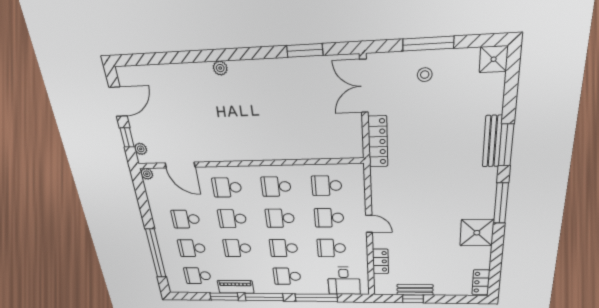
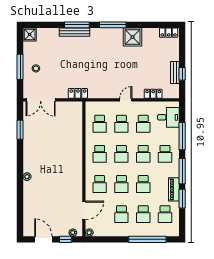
locker: (378, 142) -> (78, 93), width x0.66

